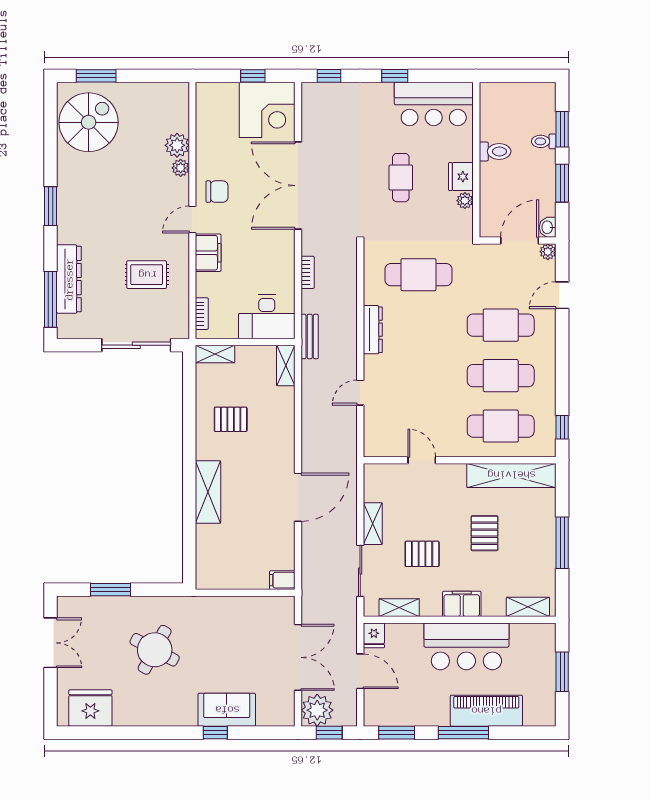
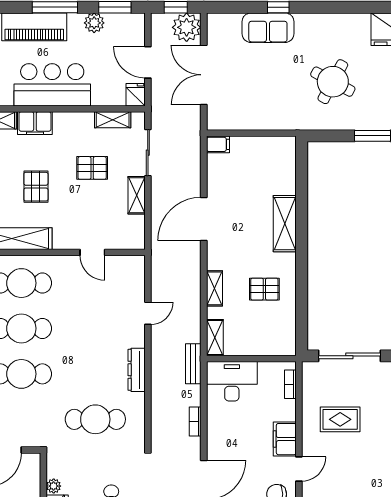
shelving: (215, 354) -> (214, 288), moved, turned 90
filing cabinet: (462, 604) -> (35, 123), moved
plant: (420, 715) -> (94, 23), added

